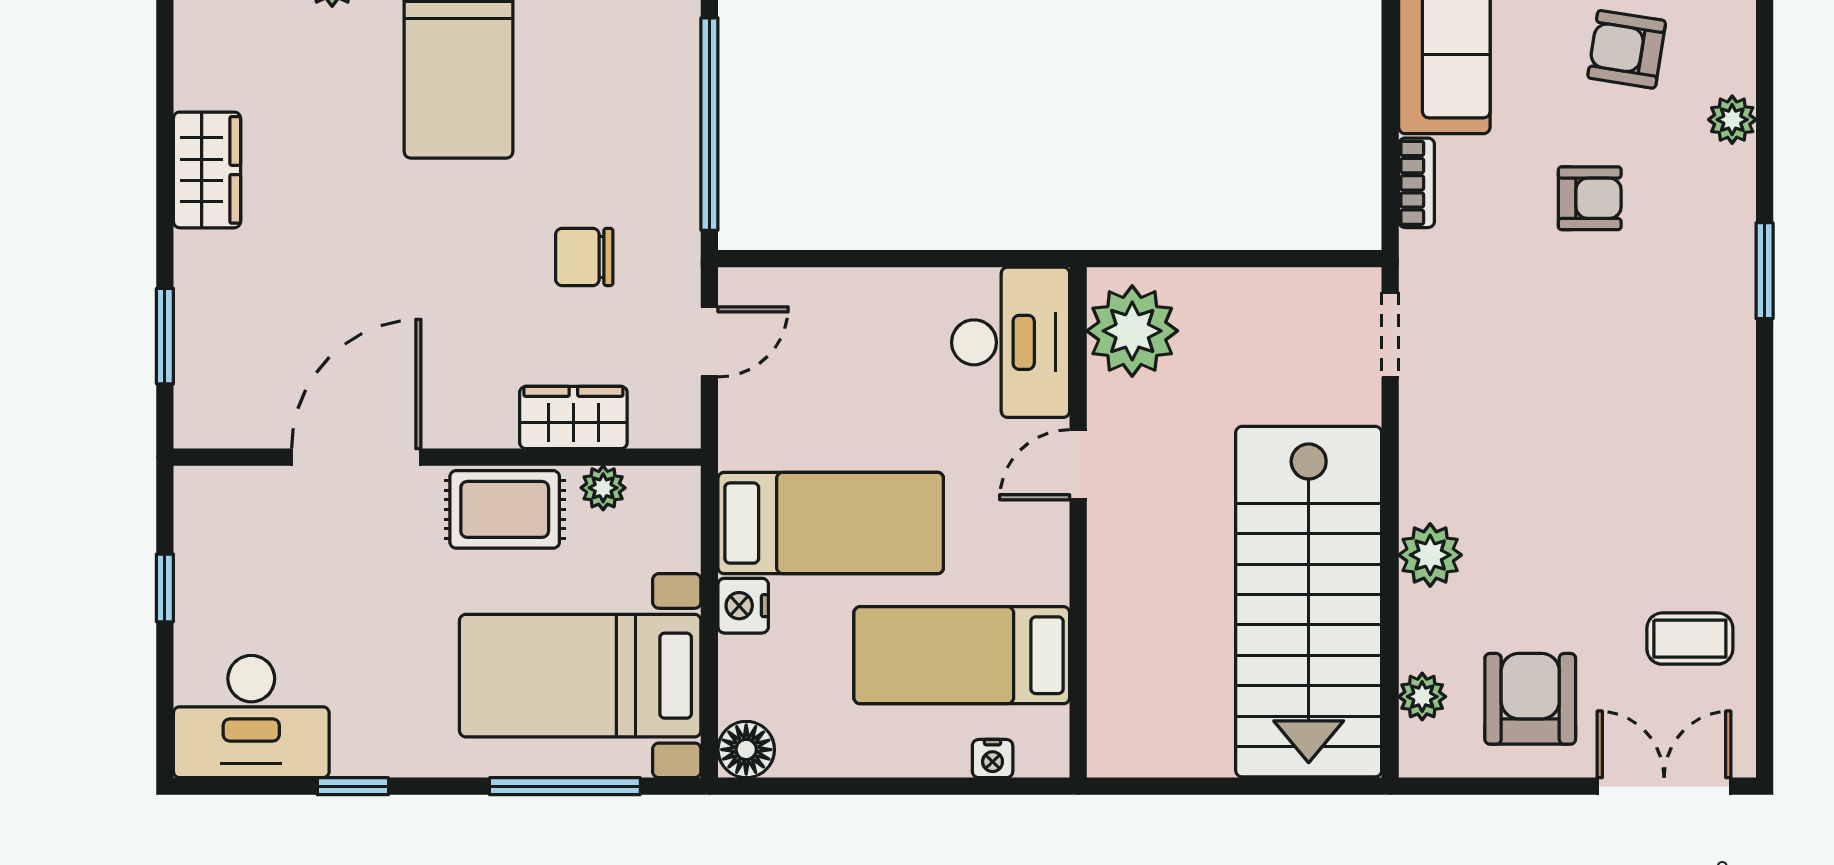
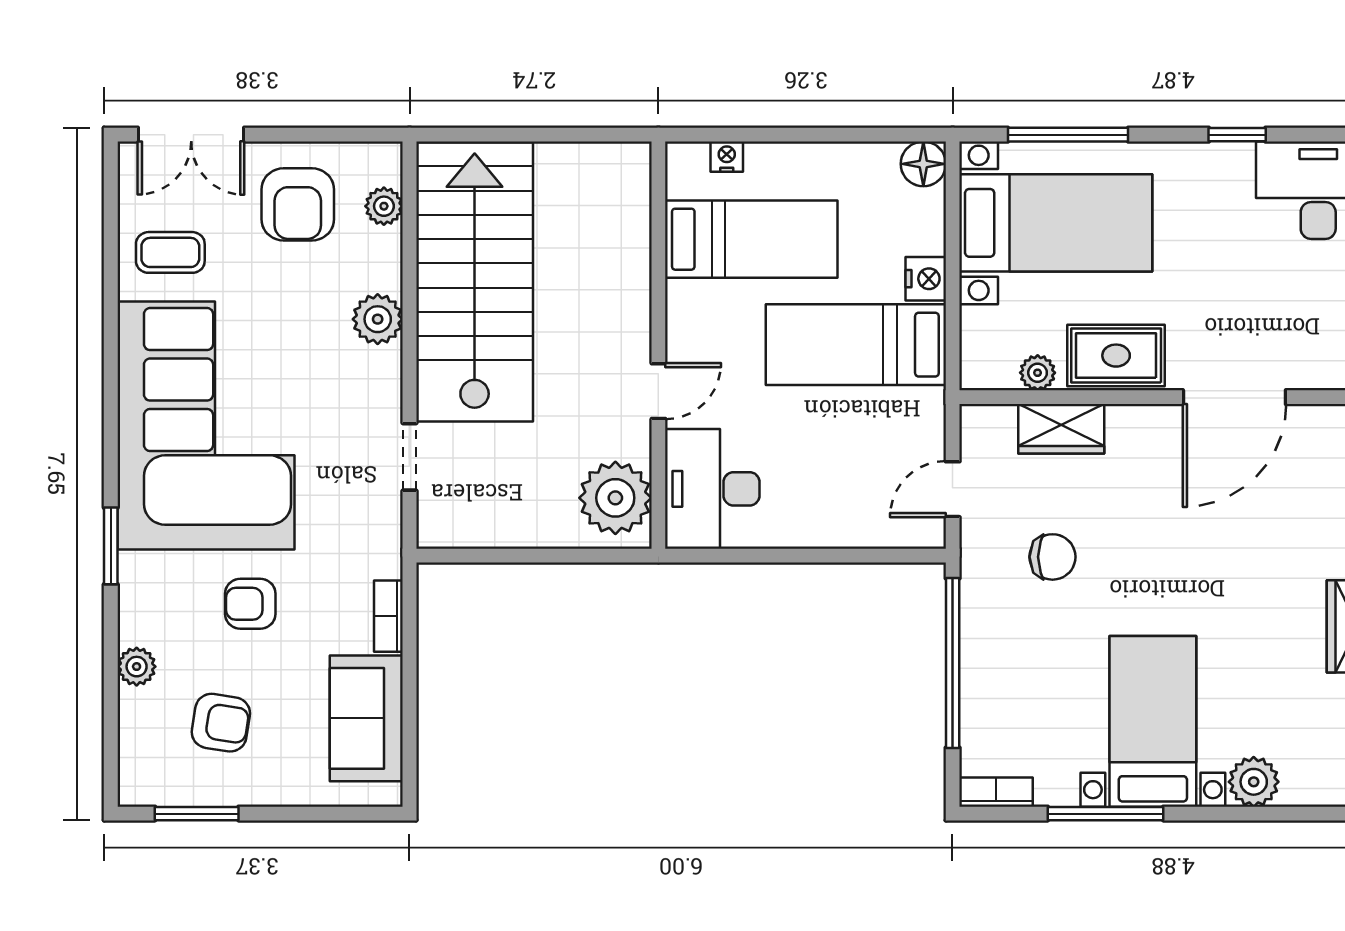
doorway: (1390, 335) -> (409, 457), moved
corner sofa: (1645, 422) -> (206, 425), added

